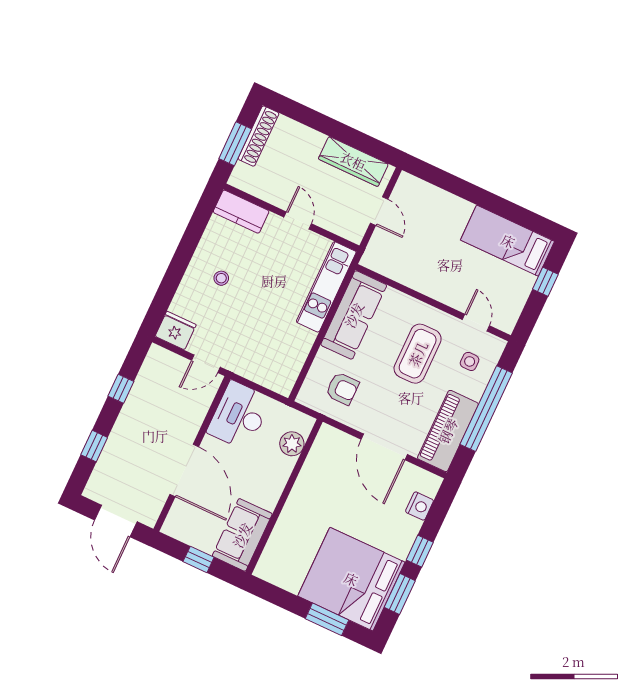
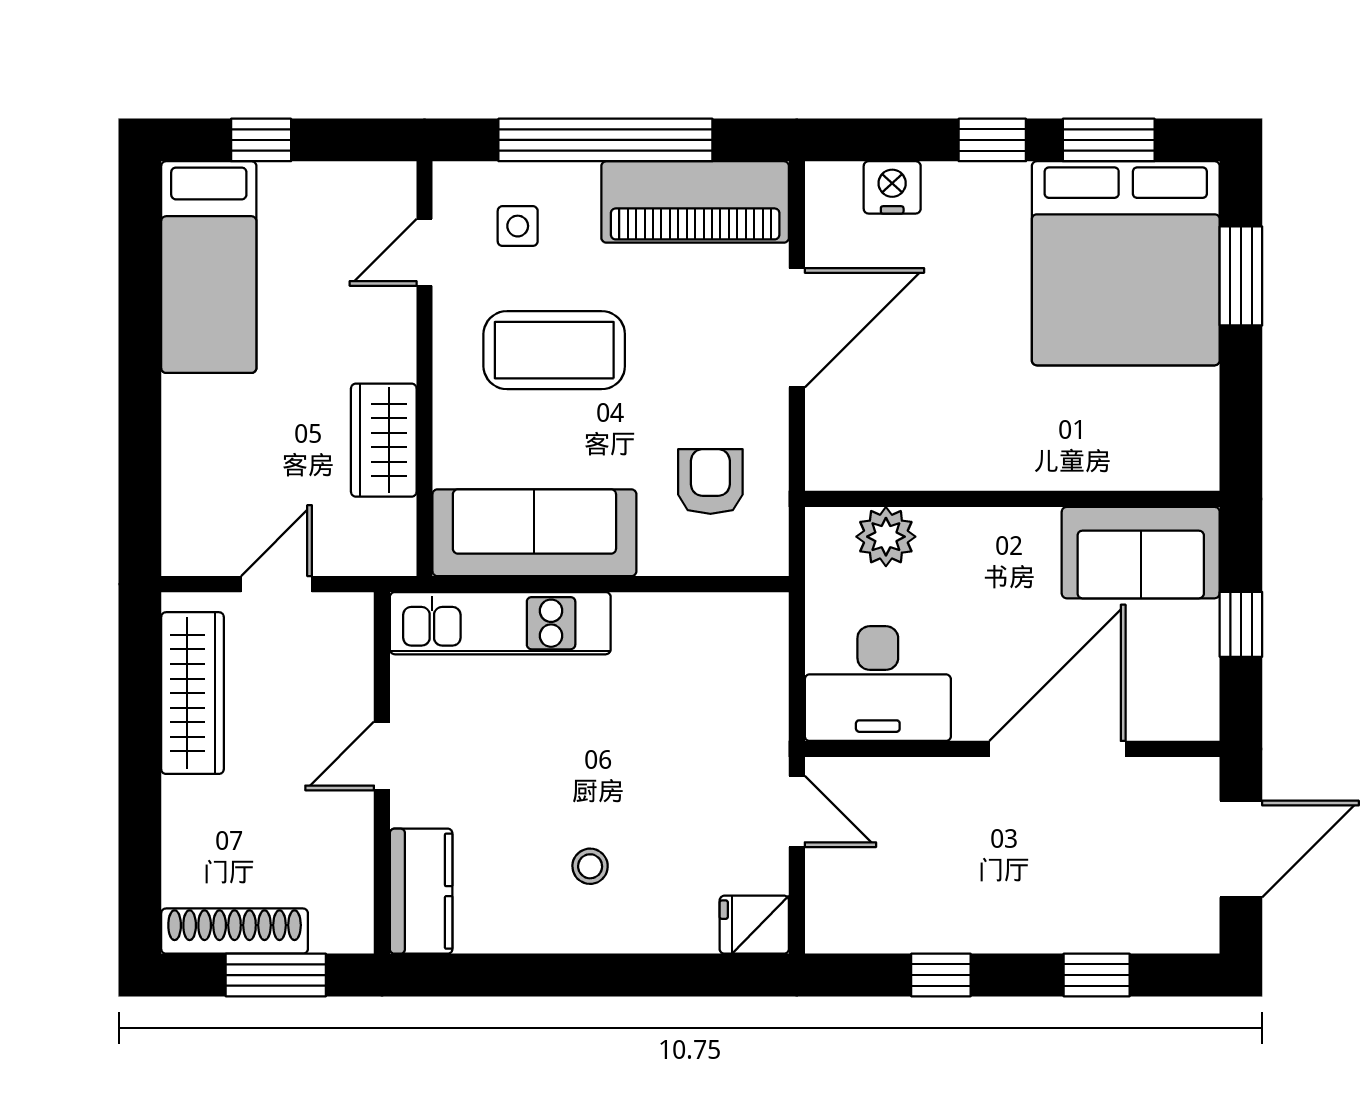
wardrobe: (414, 275) -> (384, 440), added
fridge: (176, 331) -> (754, 925), width x0.72

